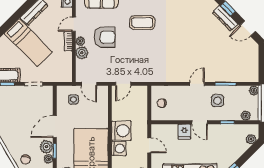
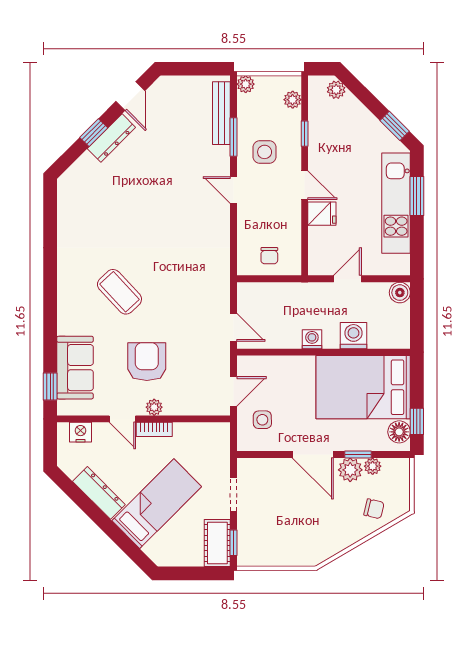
coffee table: (142, 23) -> (119, 292), turned -43
plant: (82, 53) -> (176, 404), removed
bench: (238, 77) -> (221, 113), added
door: (200, 122) -> (305, 185), hinge flipped
washing machine: (121, 131) -> (312, 339), width x0.53, depth x0.53

